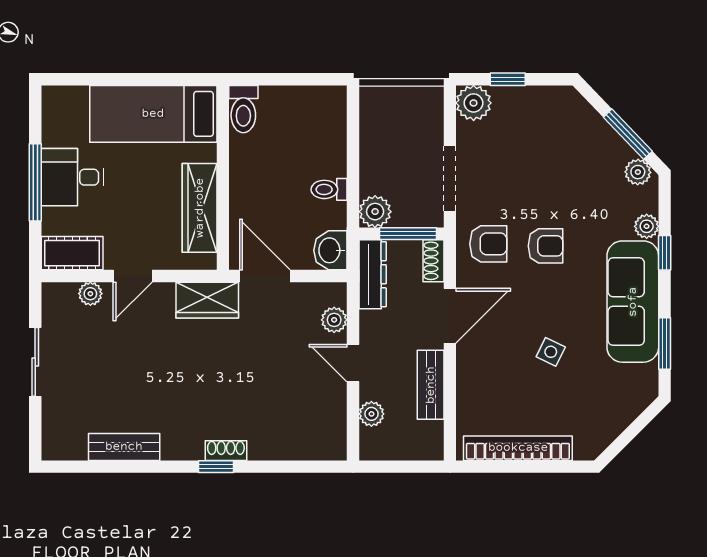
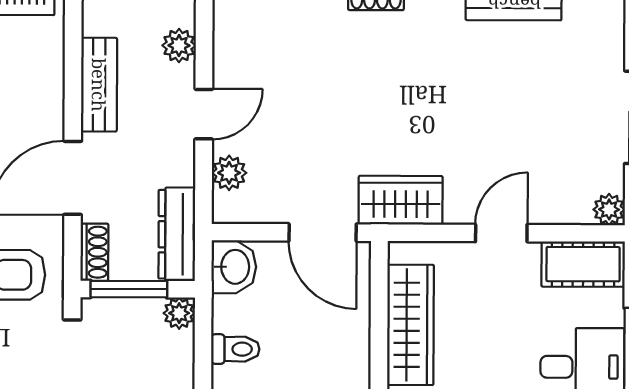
plant: (375, 212) -> (179, 313), width x0.73, depth x0.73
plant: (90, 294) -> (609, 209), moved
door: (353, 363) -> (204, 114), hinge flipped

